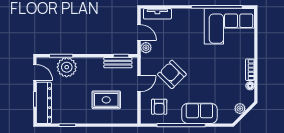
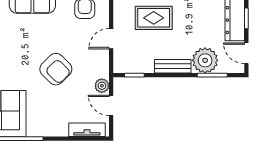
bench: (118, 63) -> (173, 66), moved
armchair: (172, 74) -> (56, 69), moved

